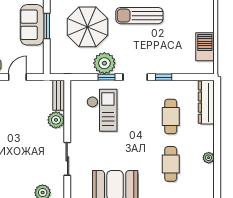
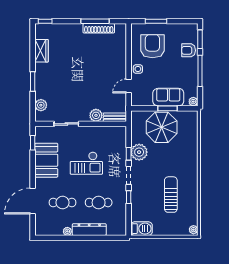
sun lounger: (139, 16) -> (171, 195), moved
parasol: (87, 27) -> (162, 127), moved
barbecue: (205, 47) -> (142, 229), moved
door: (17, 77) -> (129, 86), swing flipped
dresser: (206, 102) -> (89, 230), moved
checkout: (102, 110) -> (86, 163), moved

